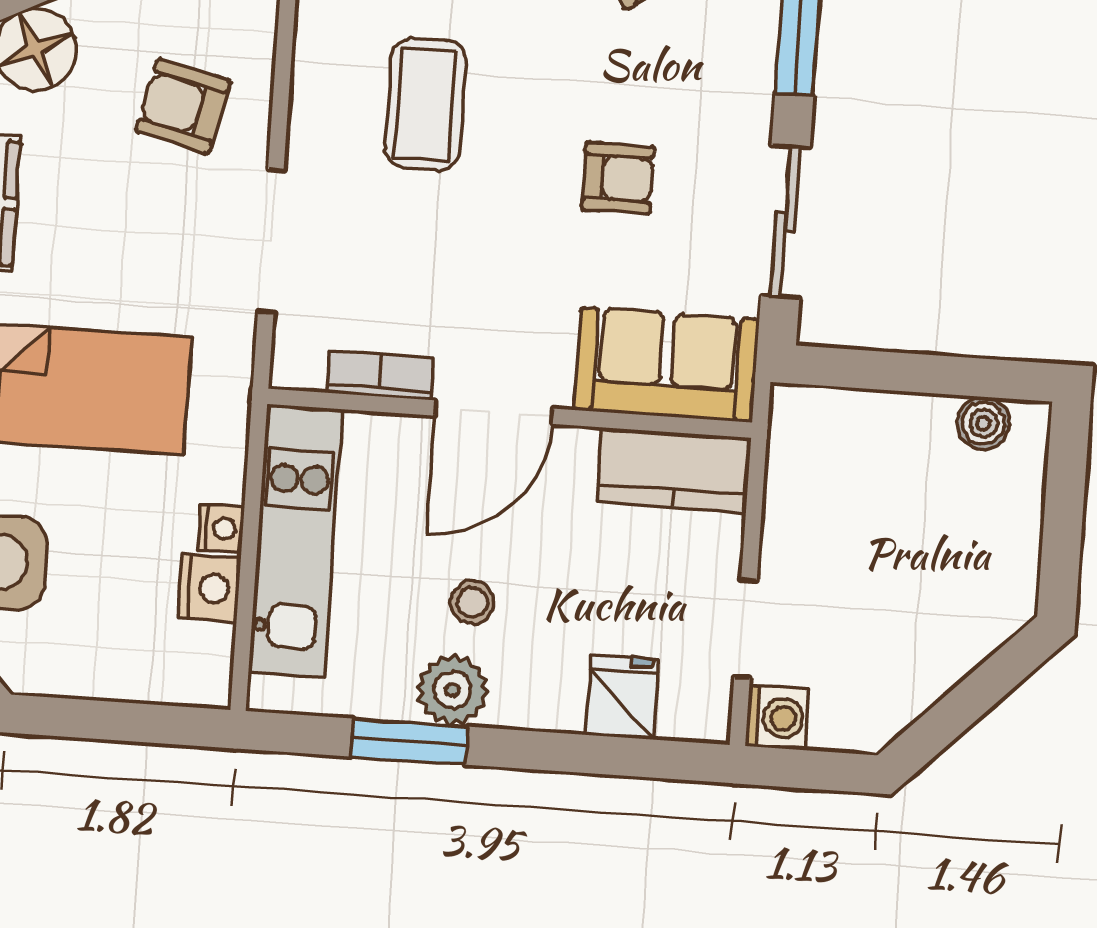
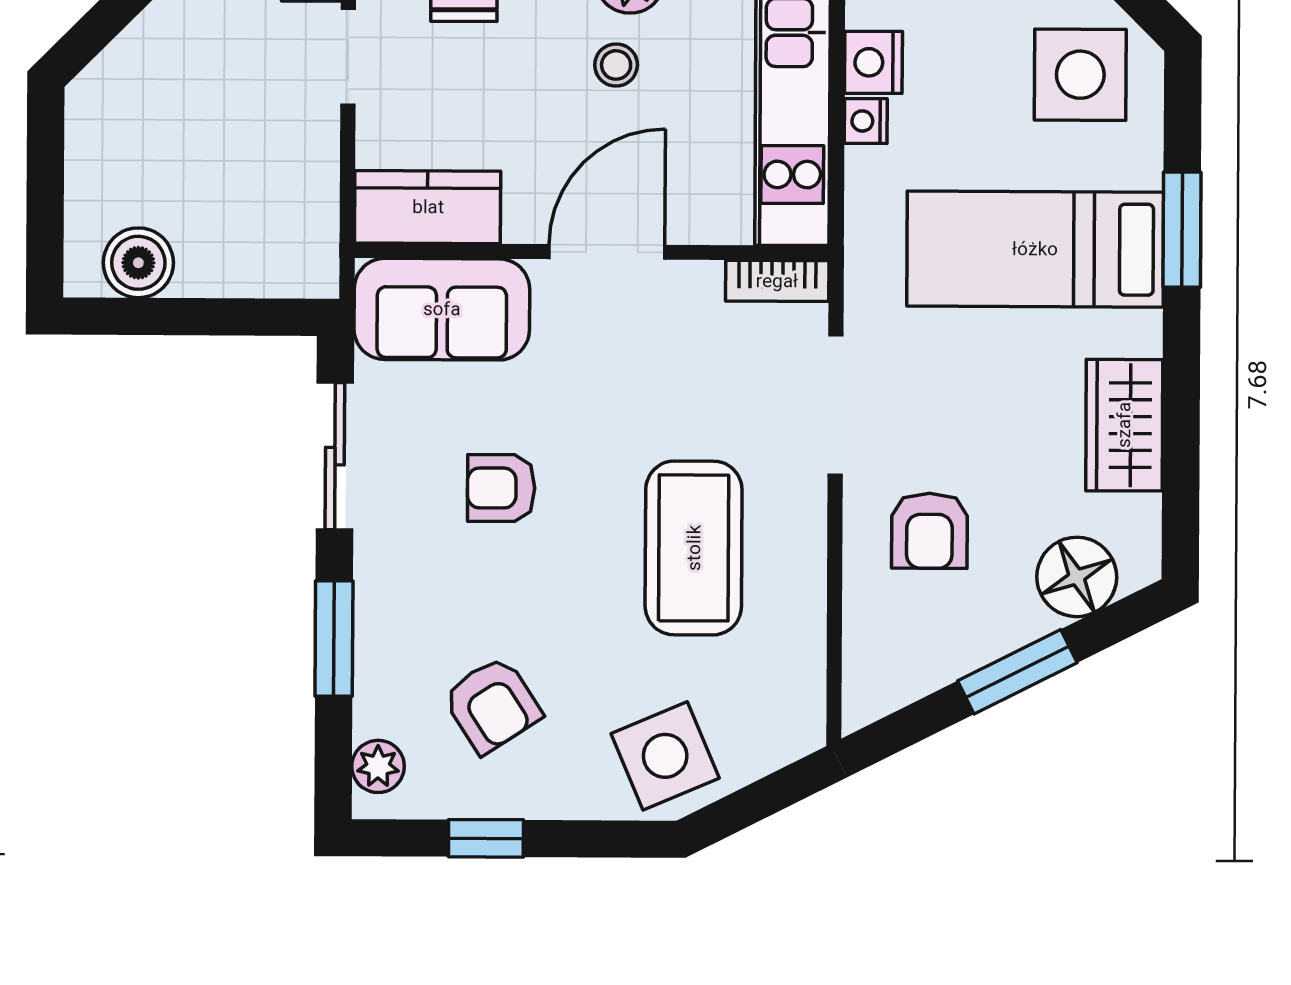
coffee table: (425, 104) -> (694, 548), width x1.36, depth x1.32
armchair: (183, 106) -> (929, 531), turned 77
bookcase: (380, 375) -> (777, 281), moved
boiler: (983, 423) -> (138, 263), width x1.36, depth x1.36

